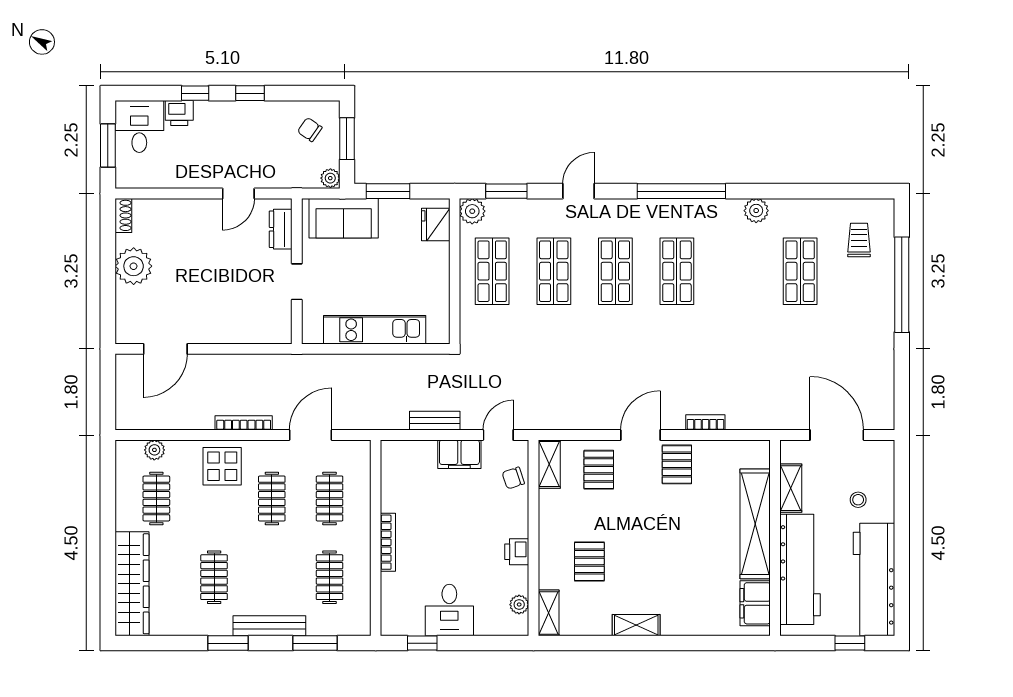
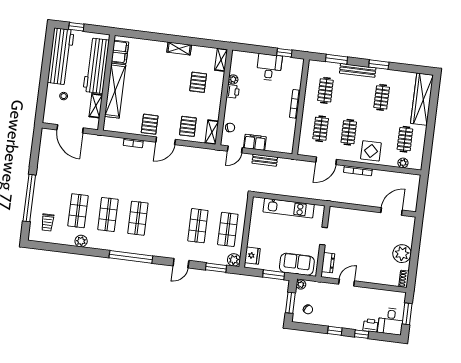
plant: (756, 211) -> (81, 241), moved
shop shelf: (615, 271) -> (108, 214), moved
plant: (519, 605) -> (233, 79), moved

